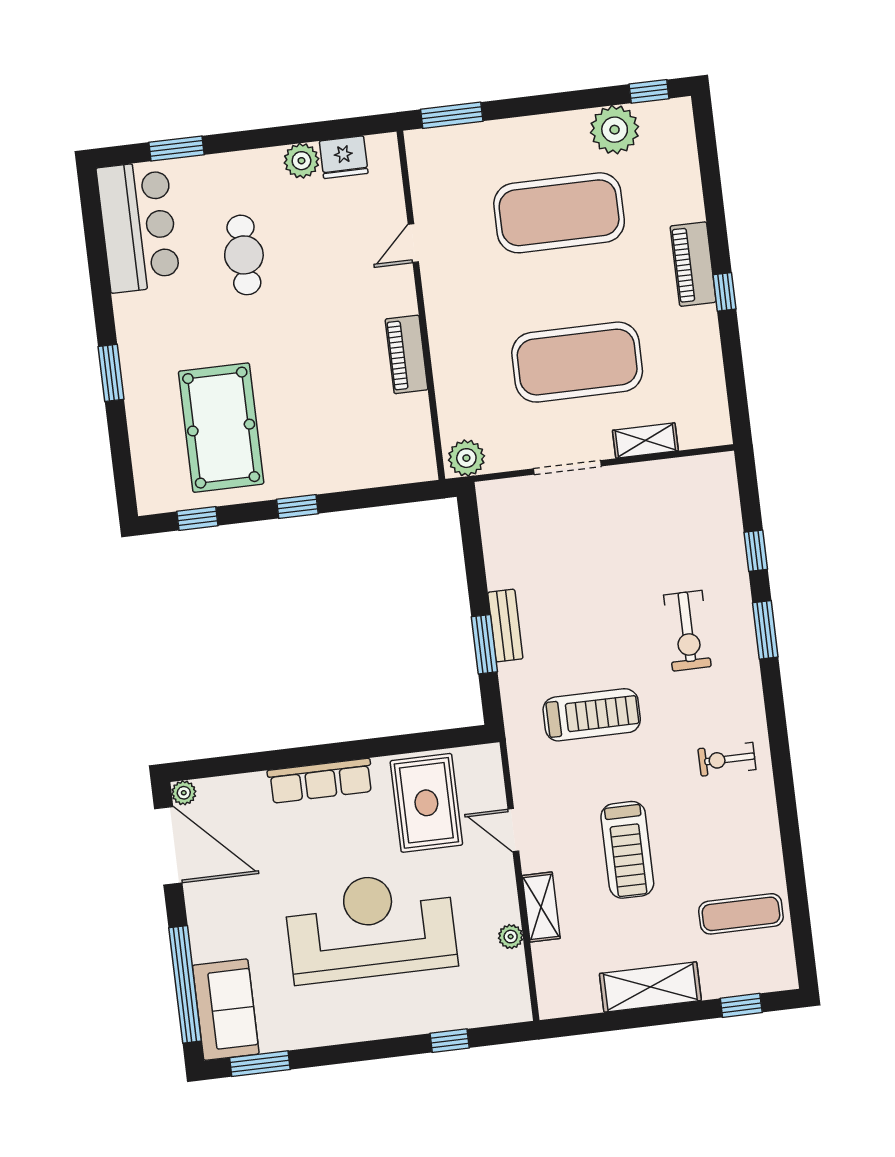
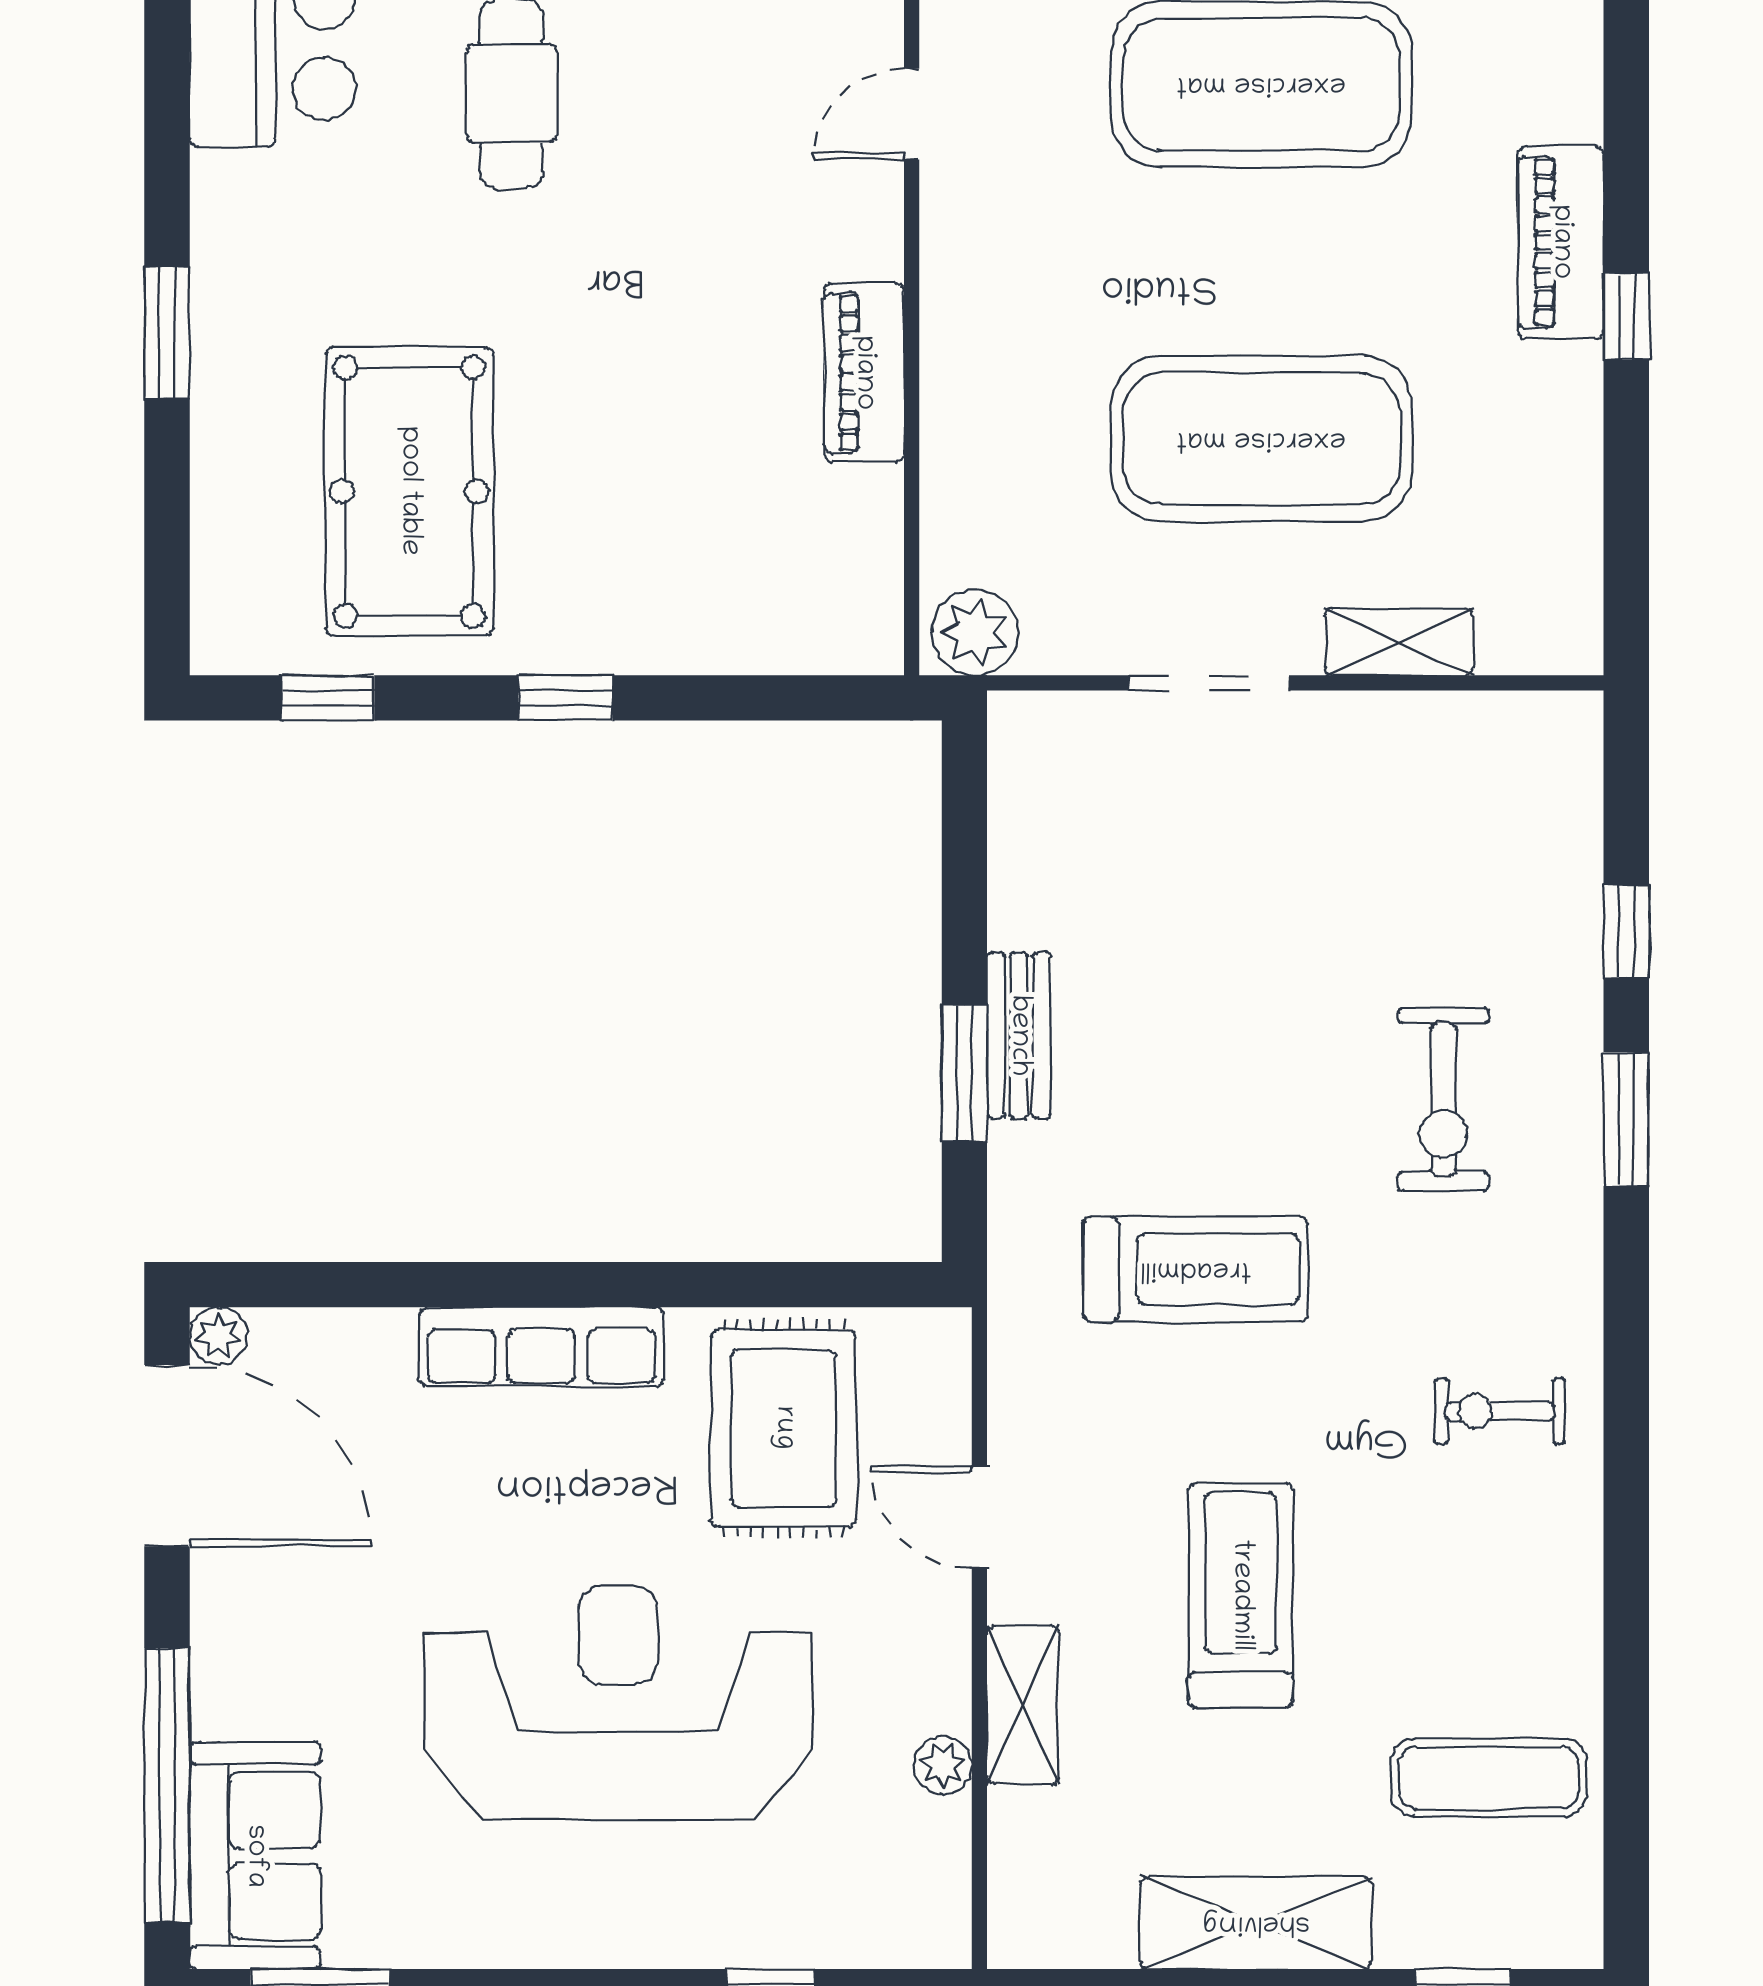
treadmill: (627, 850) -> (1241, 1595), turned 180

